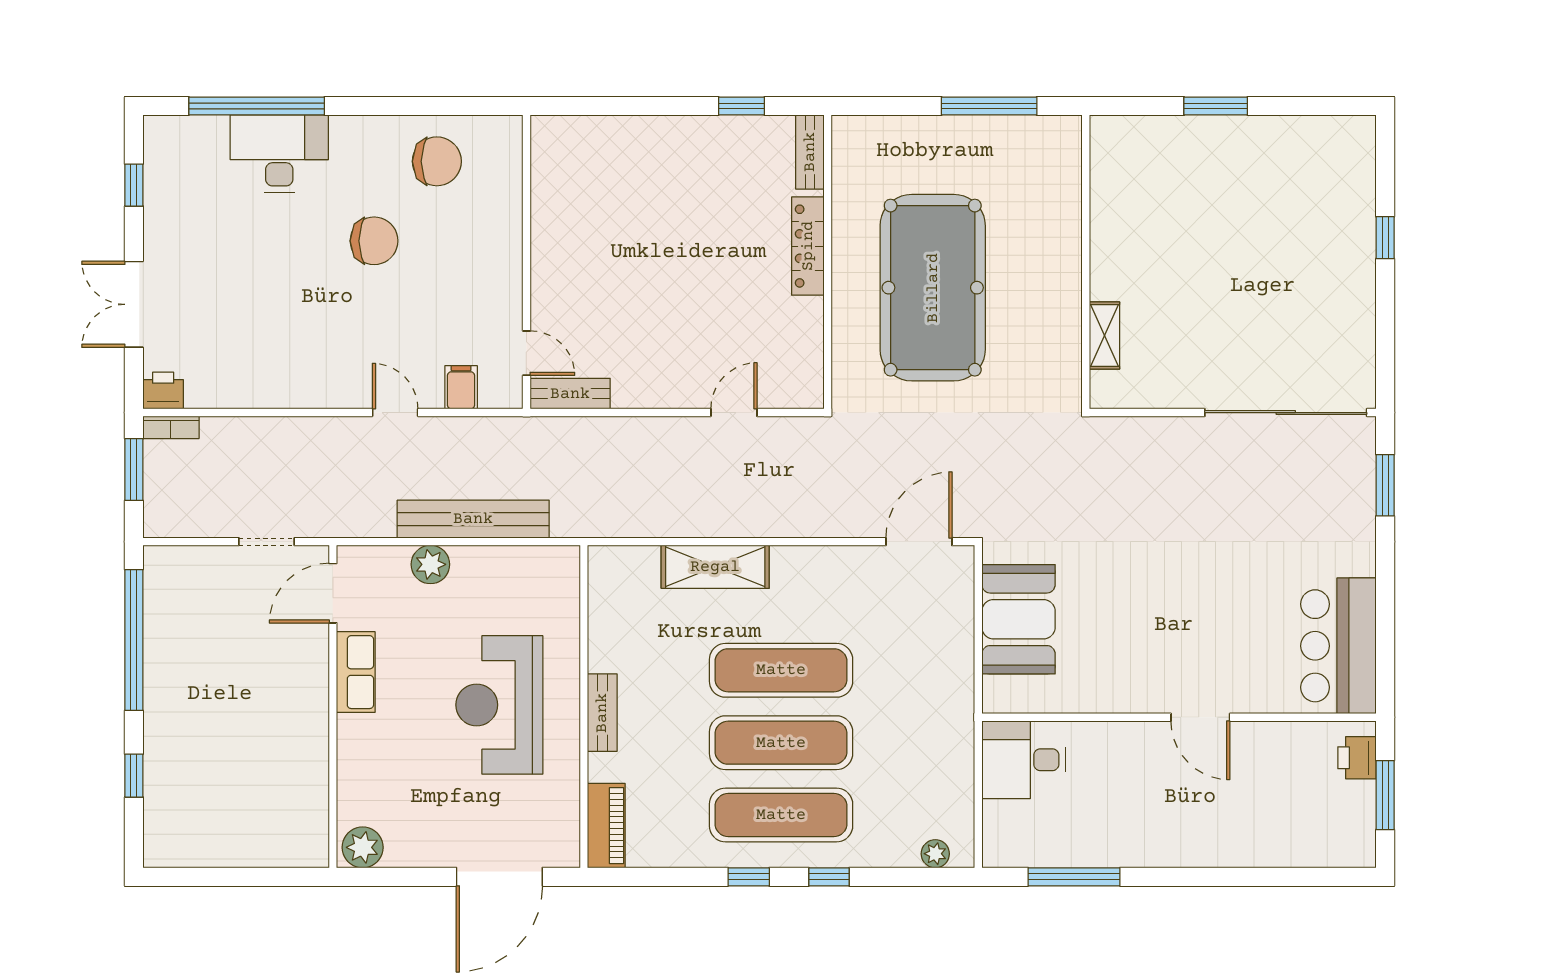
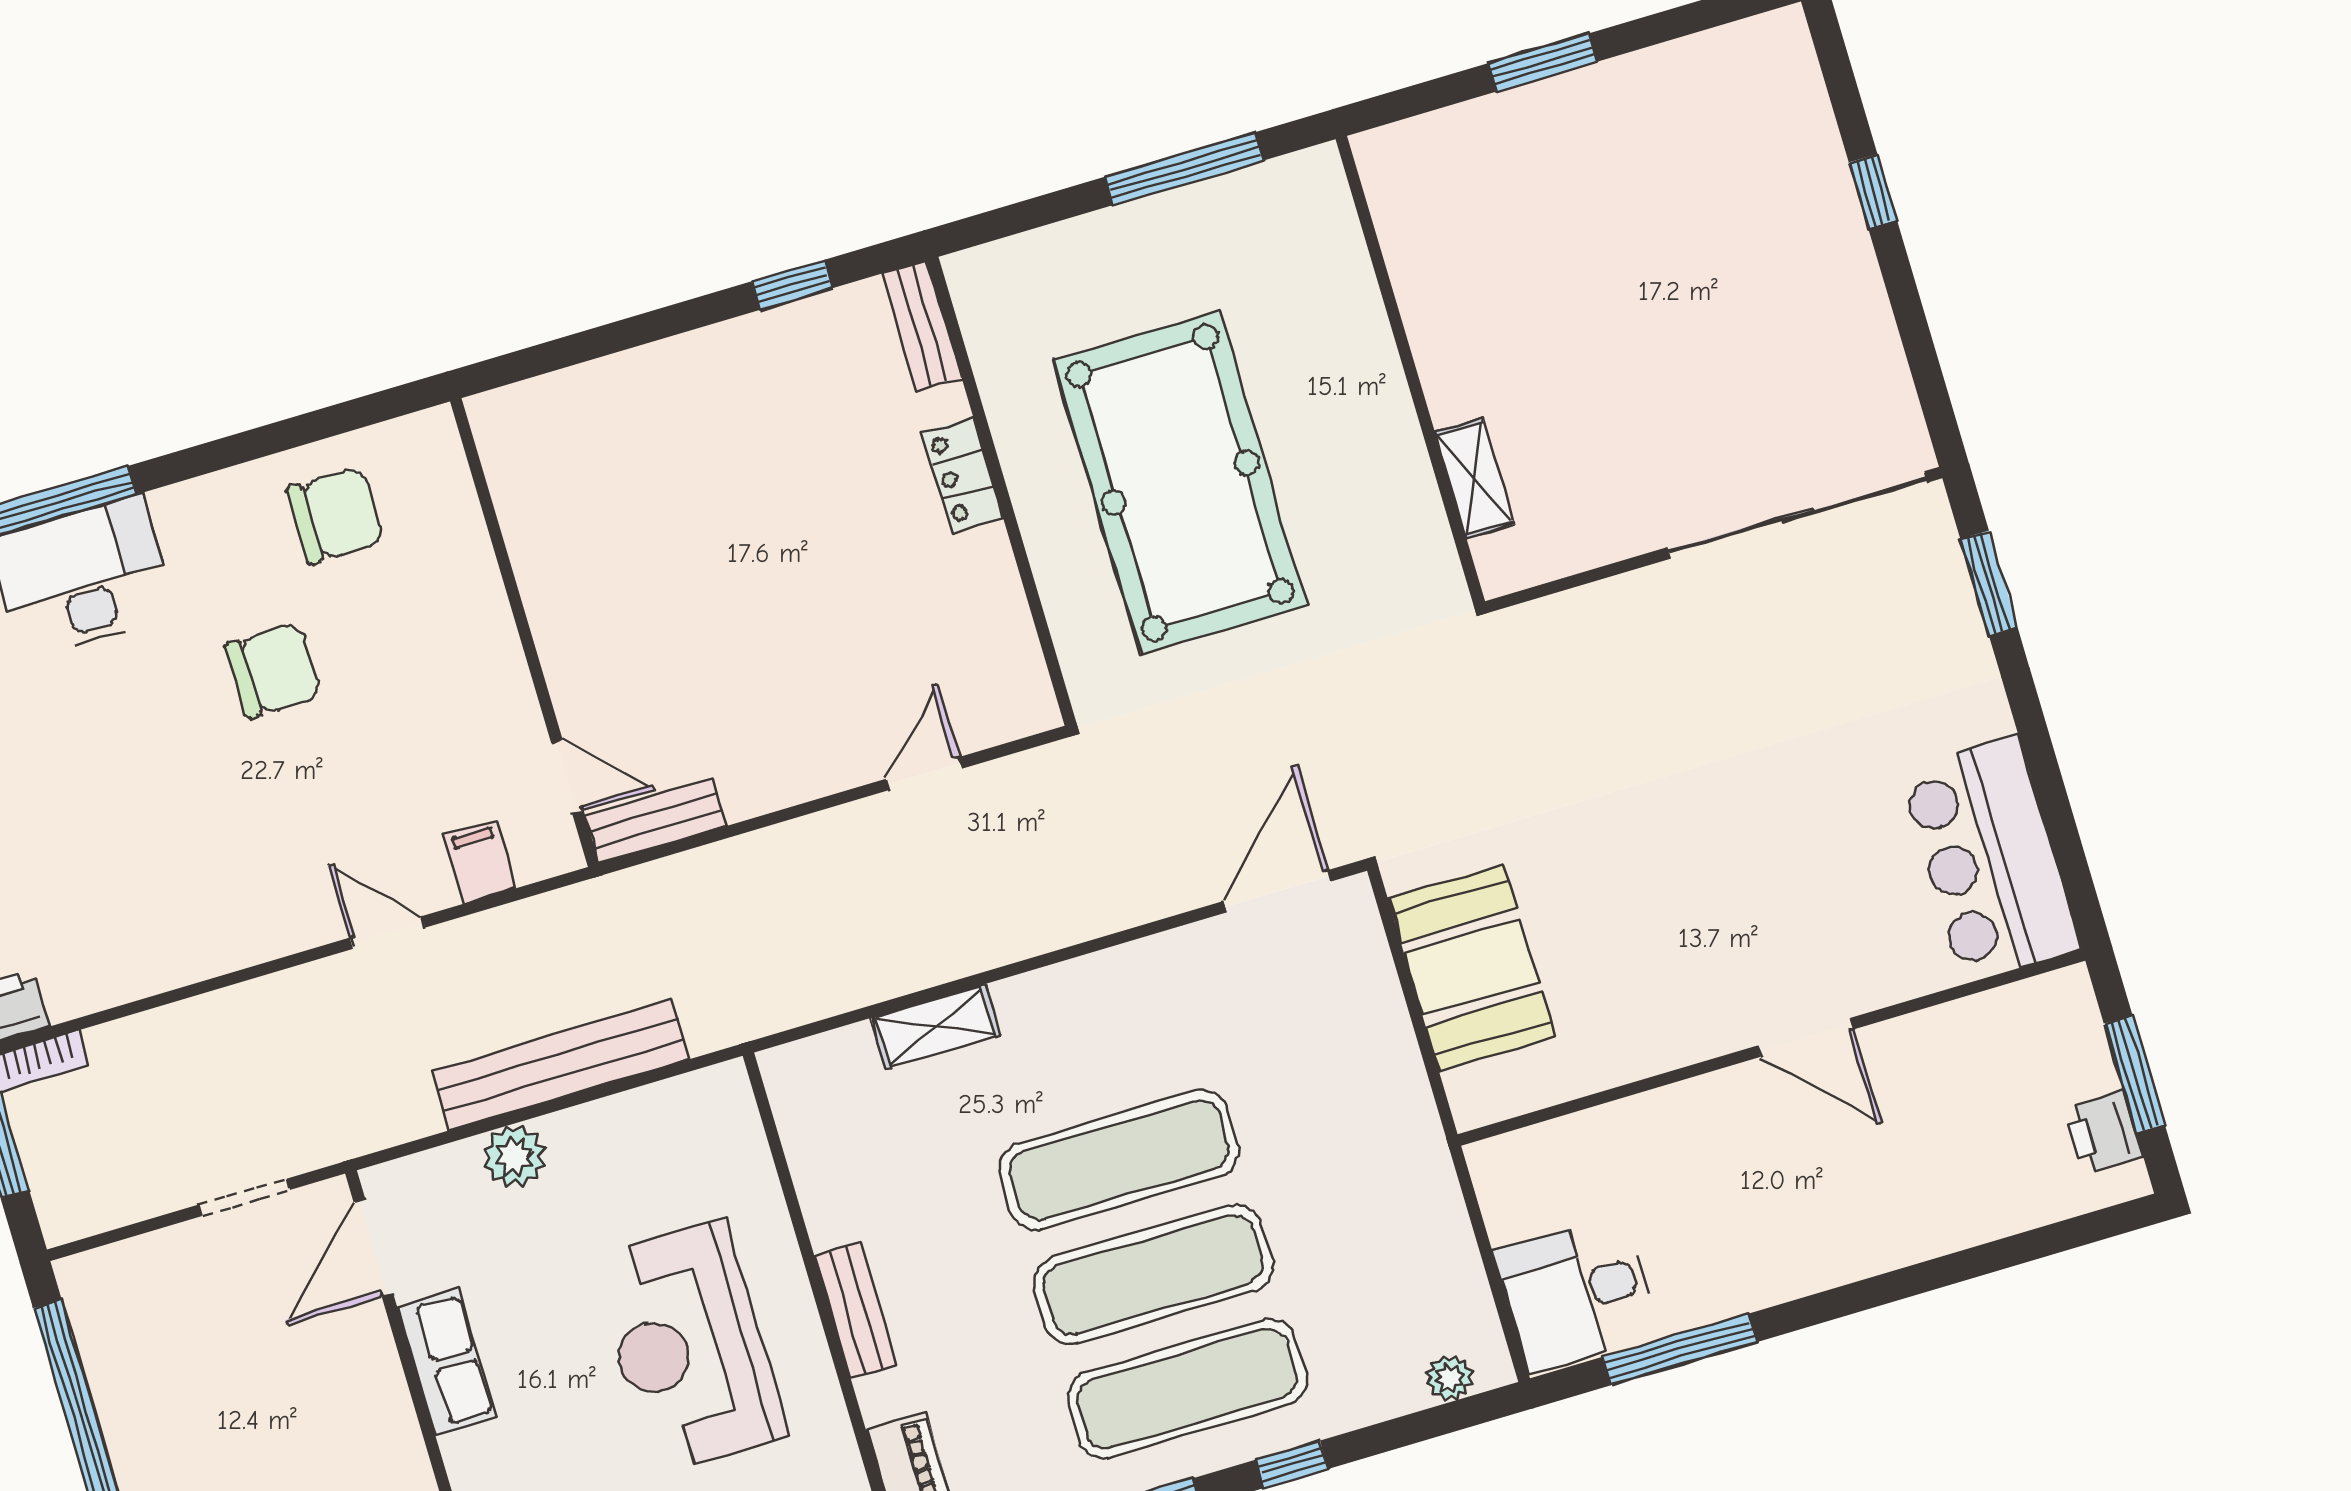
locker: (808, 246) -> (963, 476), width x0.66
shelving: (715, 567) -> (935, 1027), width x0.67, depth x0.75
printer: (1357, 758) -> (2103, 1133), moved
desk: (1024, 760) -> (1577, 1293), moved

